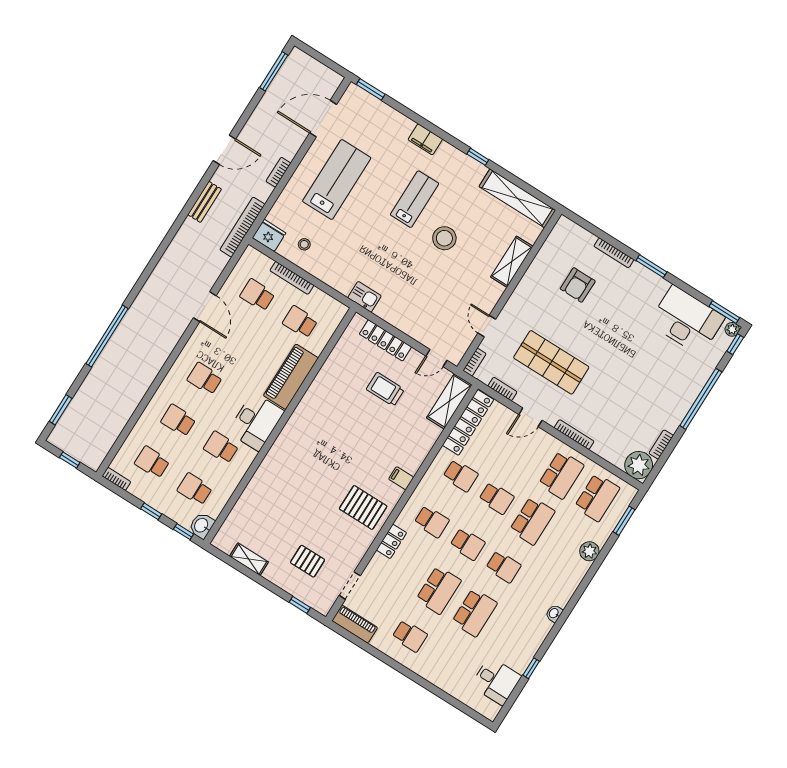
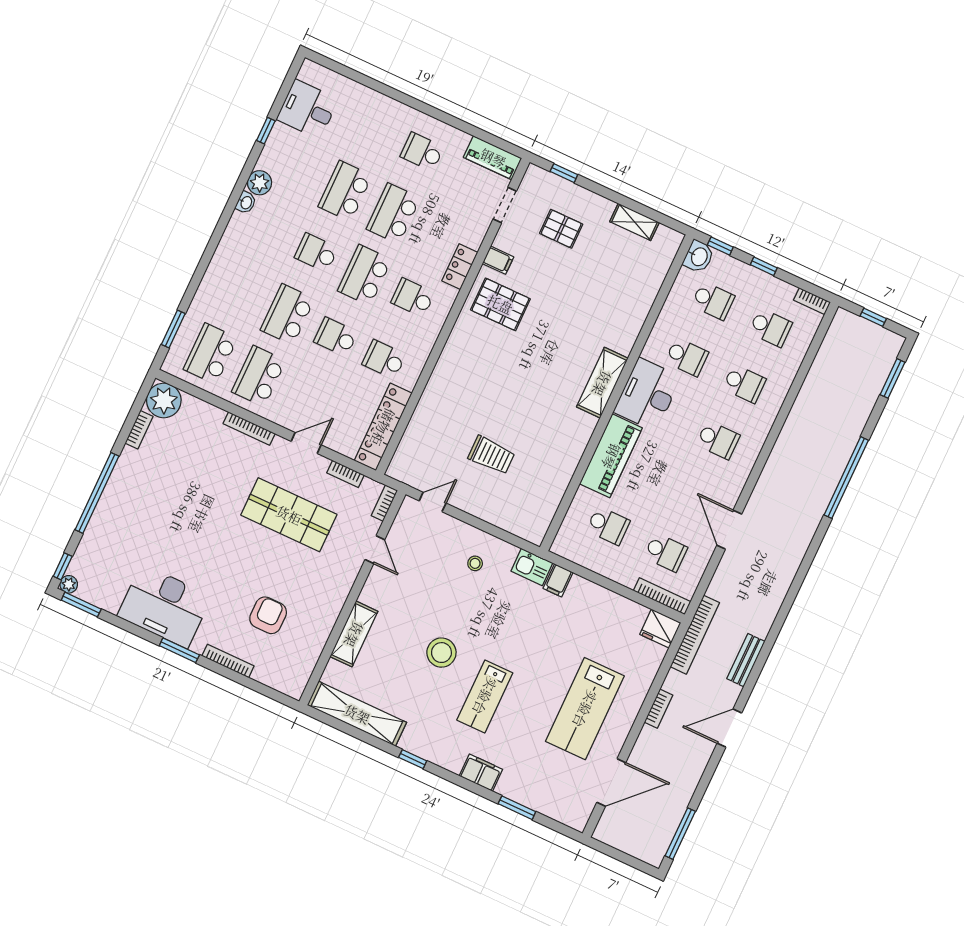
window: (371, 89) -> (517, 808), moved
stool: (304, 244) -> (475, 563), moved
bookcase: (292, 278) -> (662, 596), moved
filing cabinet: (345, 284) -> (558, 580), added
desk: (687, 320) -> (164, 606), moved
locker: (385, 340) -> (499, 516), removed
shelving: (449, 401) -> (602, 383), moved
filing cabinet: (401, 478) -> (498, 260), moved
school desk: (468, 544) -> (365, 275), width x1.85
plant: (589, 551) -> (260, 183), moved

